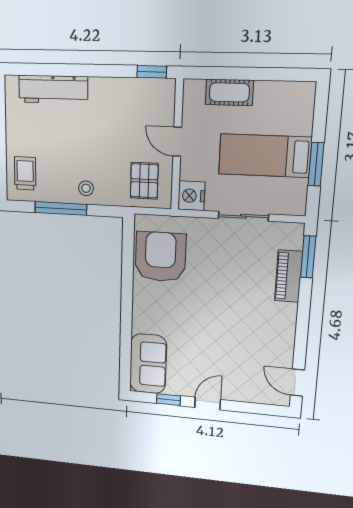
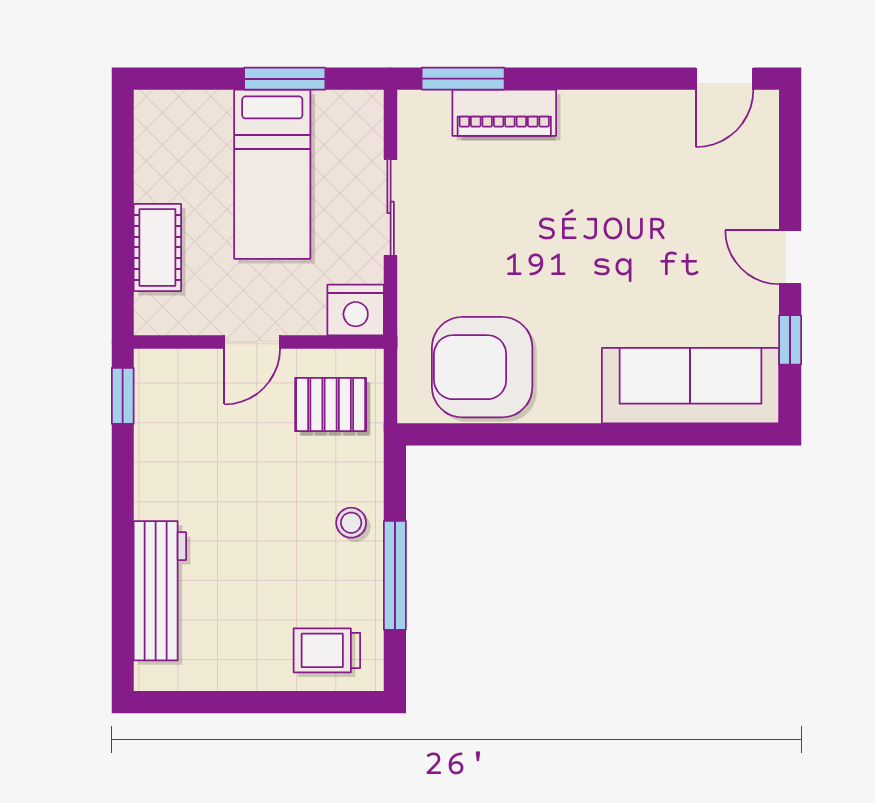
sofa: (148, 364) -> (690, 386), width x1.36

